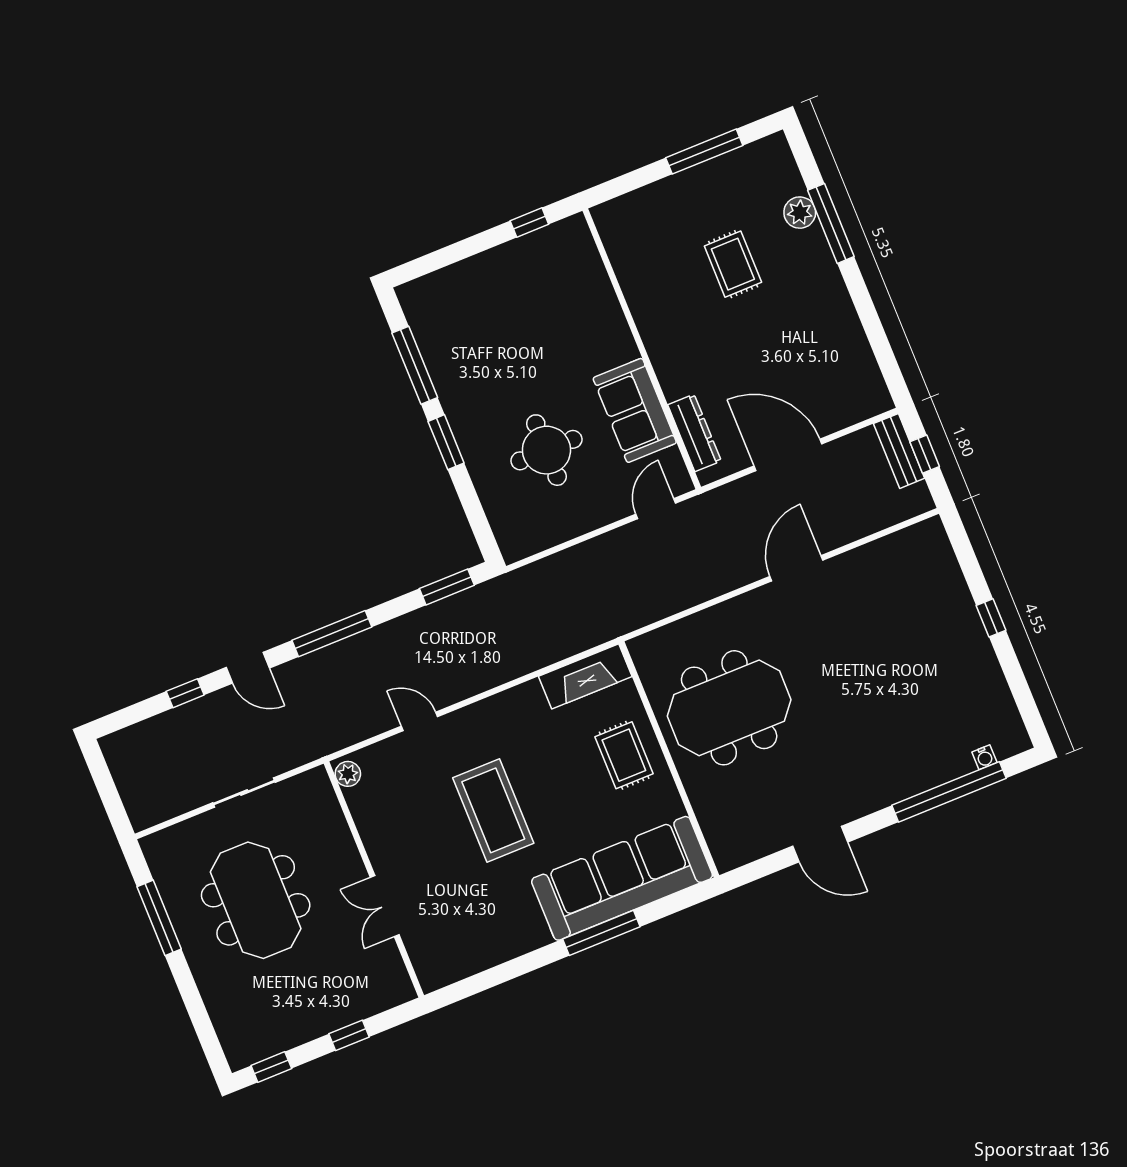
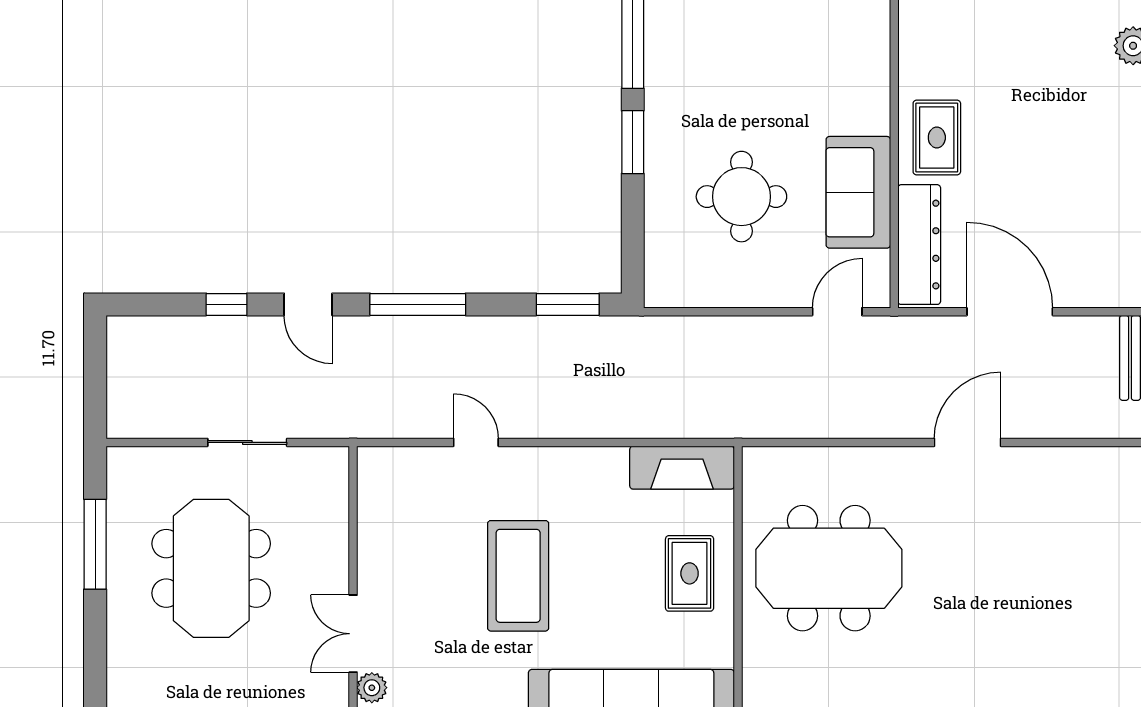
rug: (733, 264) -> (937, 138), moved
dresser: (694, 433) -> (919, 245), width x1.37, depth x1.24
plant: (348, 774) -> (372, 688), moved

